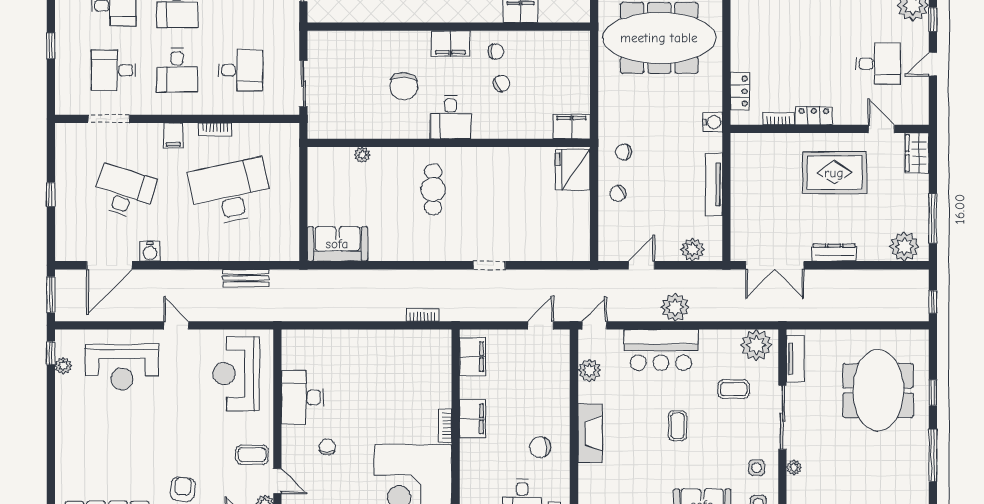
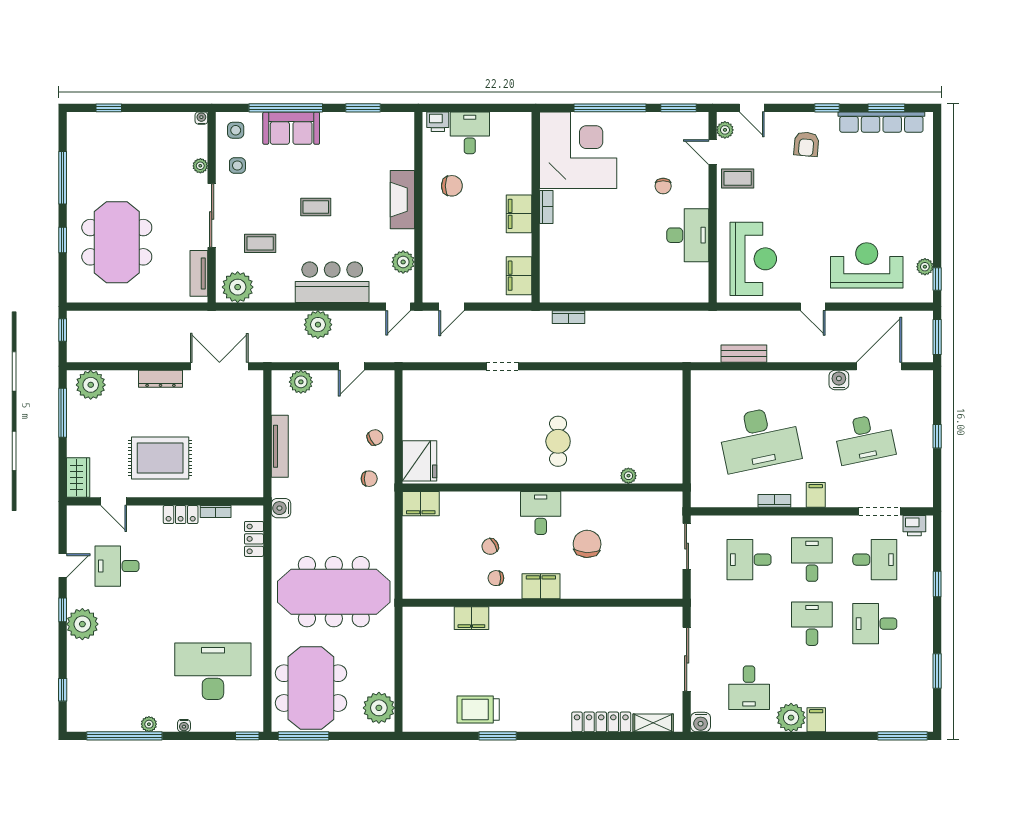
printer: (74, 104) -> (914, 526), added
desk: (124, 192) -> (865, 439), turned -30
sofa: (337, 244) -> (653, 387), removed
coffee table: (677, 426) -> (316, 207), turned 90

